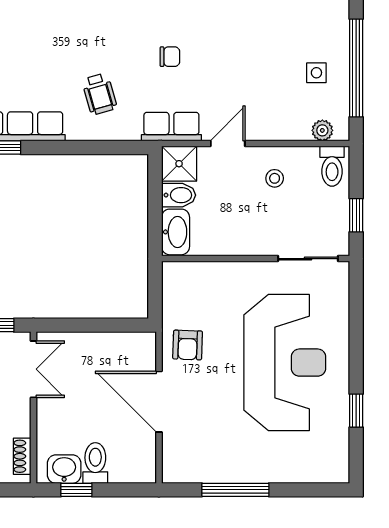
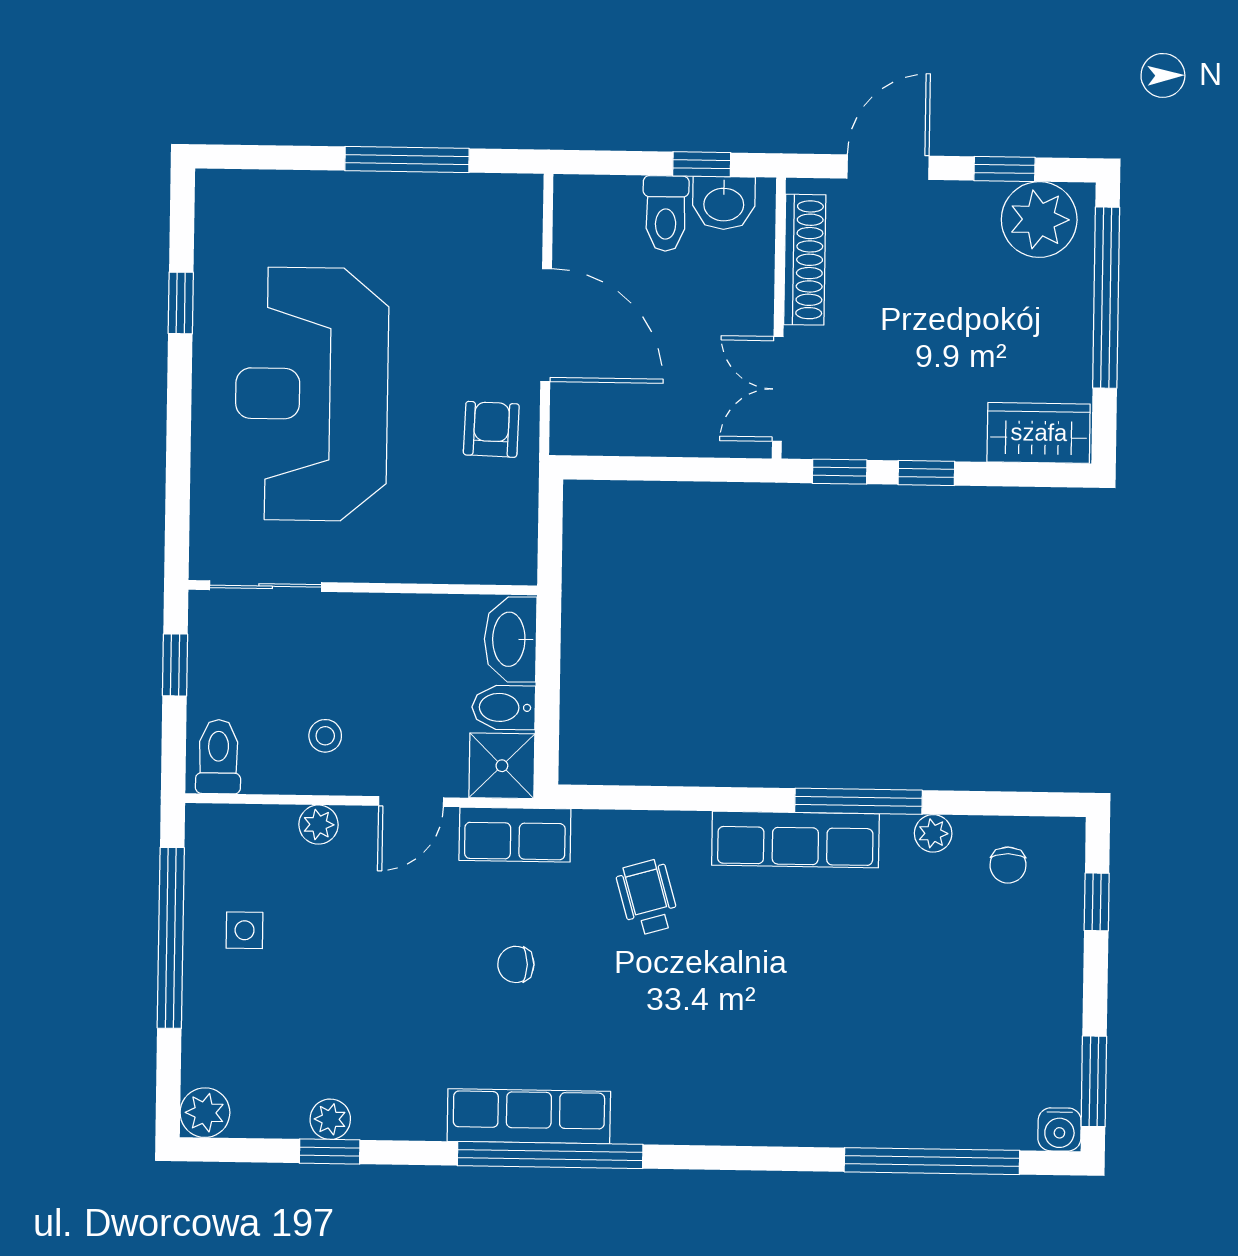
plant: (322, 130) -> (318, 825), moved
shoe rack: (22, 456) -> (805, 260), width x1.94, depth x1.24

